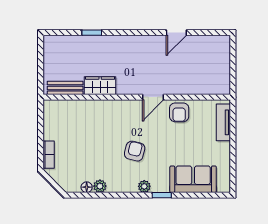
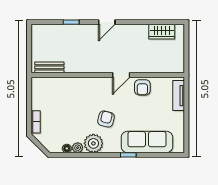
door: (176, 33) -> (107, 22), moved
wardrobe: (100, 86) -> (162, 32), moved, turned 180
sofa: (193, 179) -> (147, 142), width x1.36
plant: (144, 186) -> (93, 143), moved, width x1.87, depth x1.87

